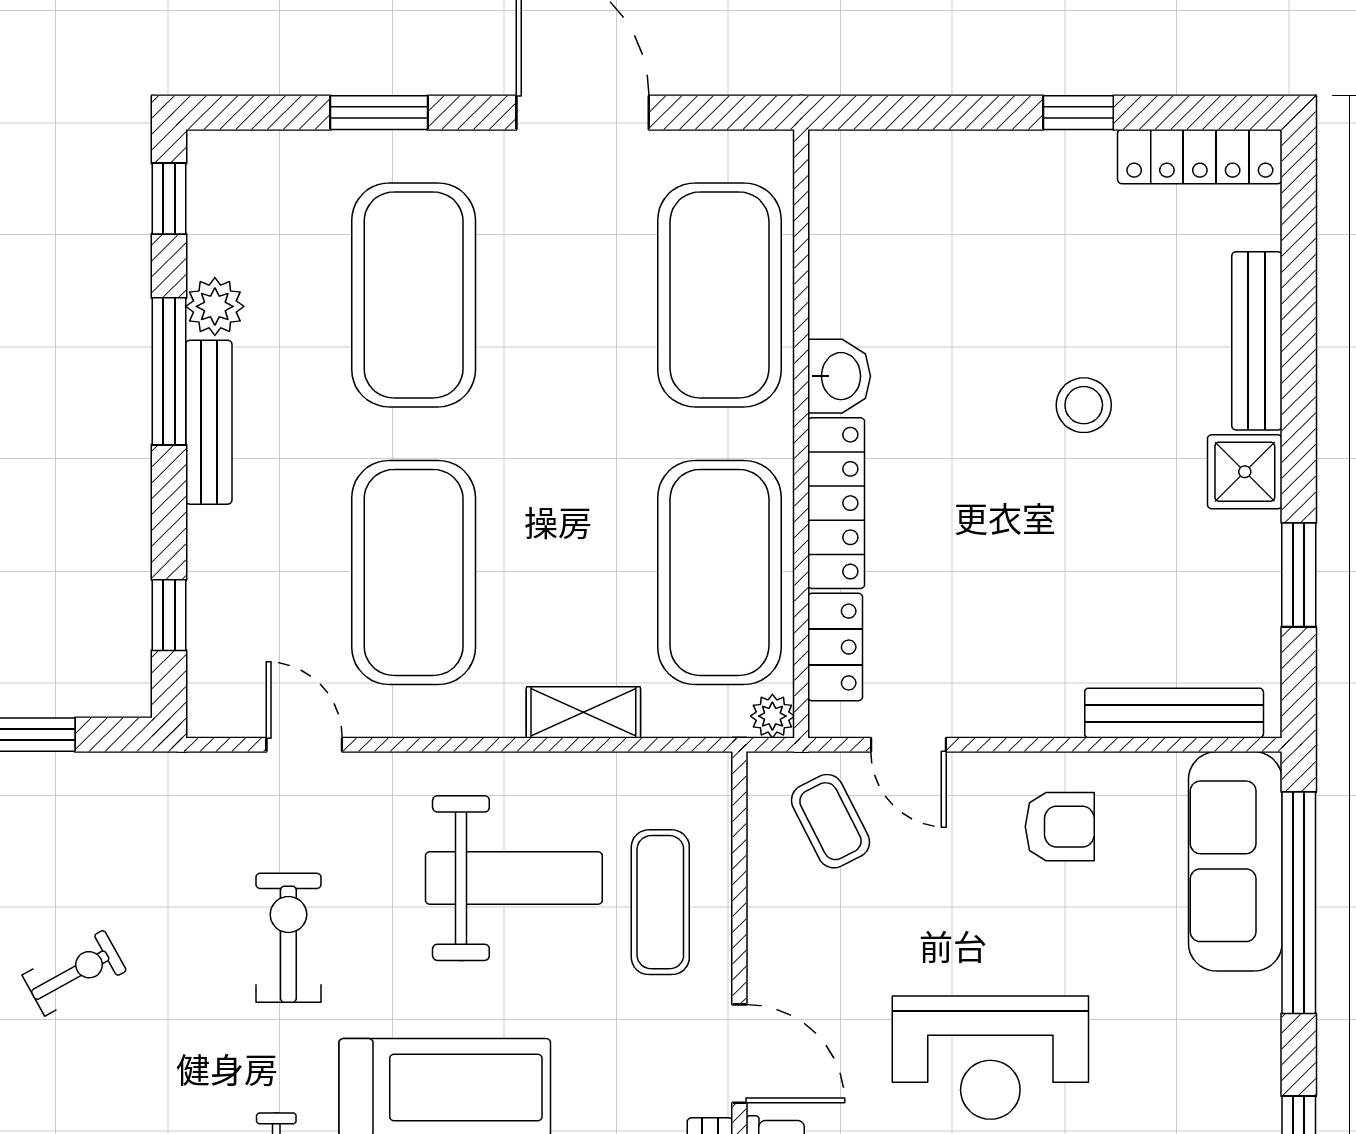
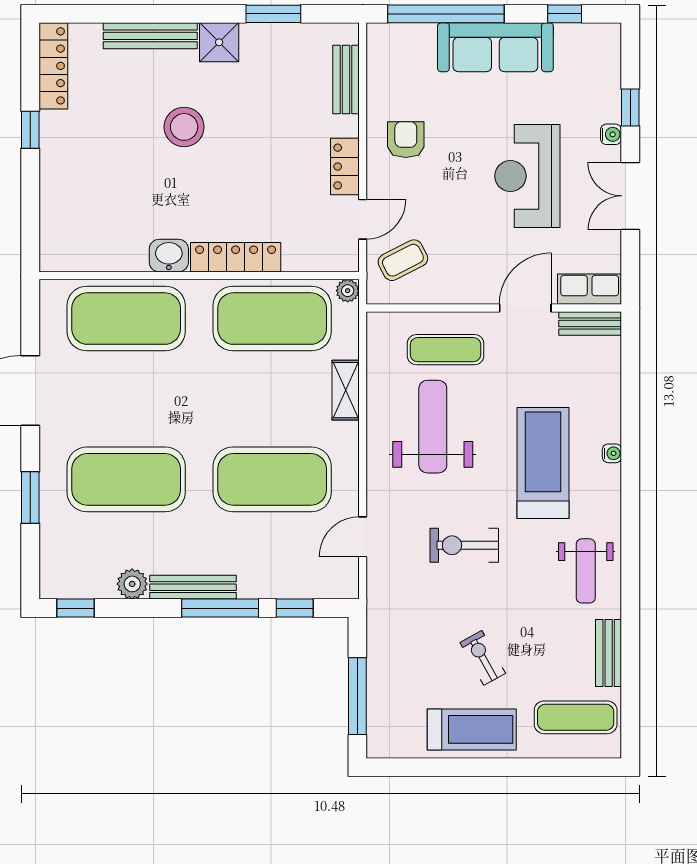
window: (169, 371) -> (220, 608), moved
stool: (1084, 405) -> (184, 127), width x1.38, depth x1.38
locker: (835, 647) -> (345, 167), moved, turned -90
bench: (1174, 713) -> (346, 79), width x0.73
sofa: (1235, 861) -> (495, 47), moved
reception desk: (990, 1058) -> (527, 176), turned 180

